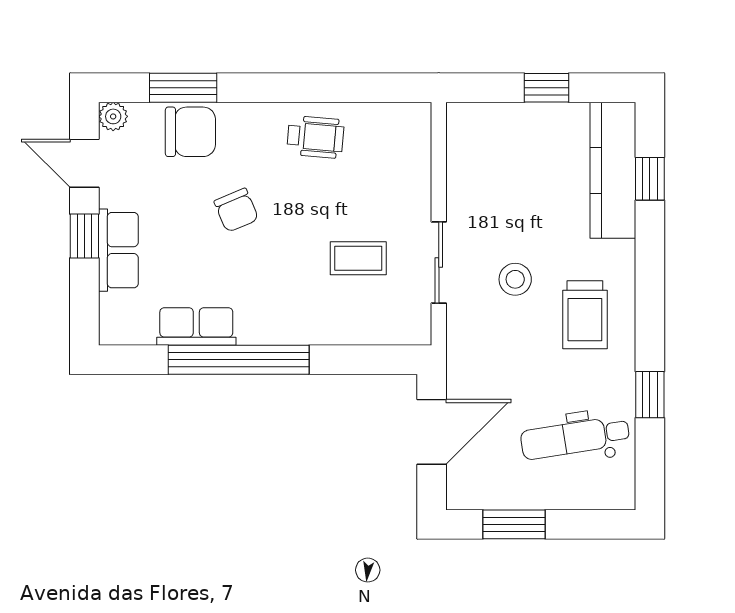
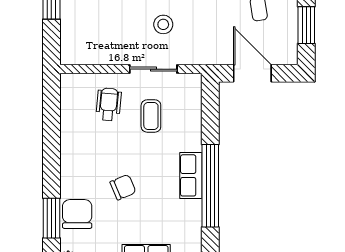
wheelchair: (315, 137) -> (109, 104), moved
row of seats: (196, 327) -> (191, 175), moved

